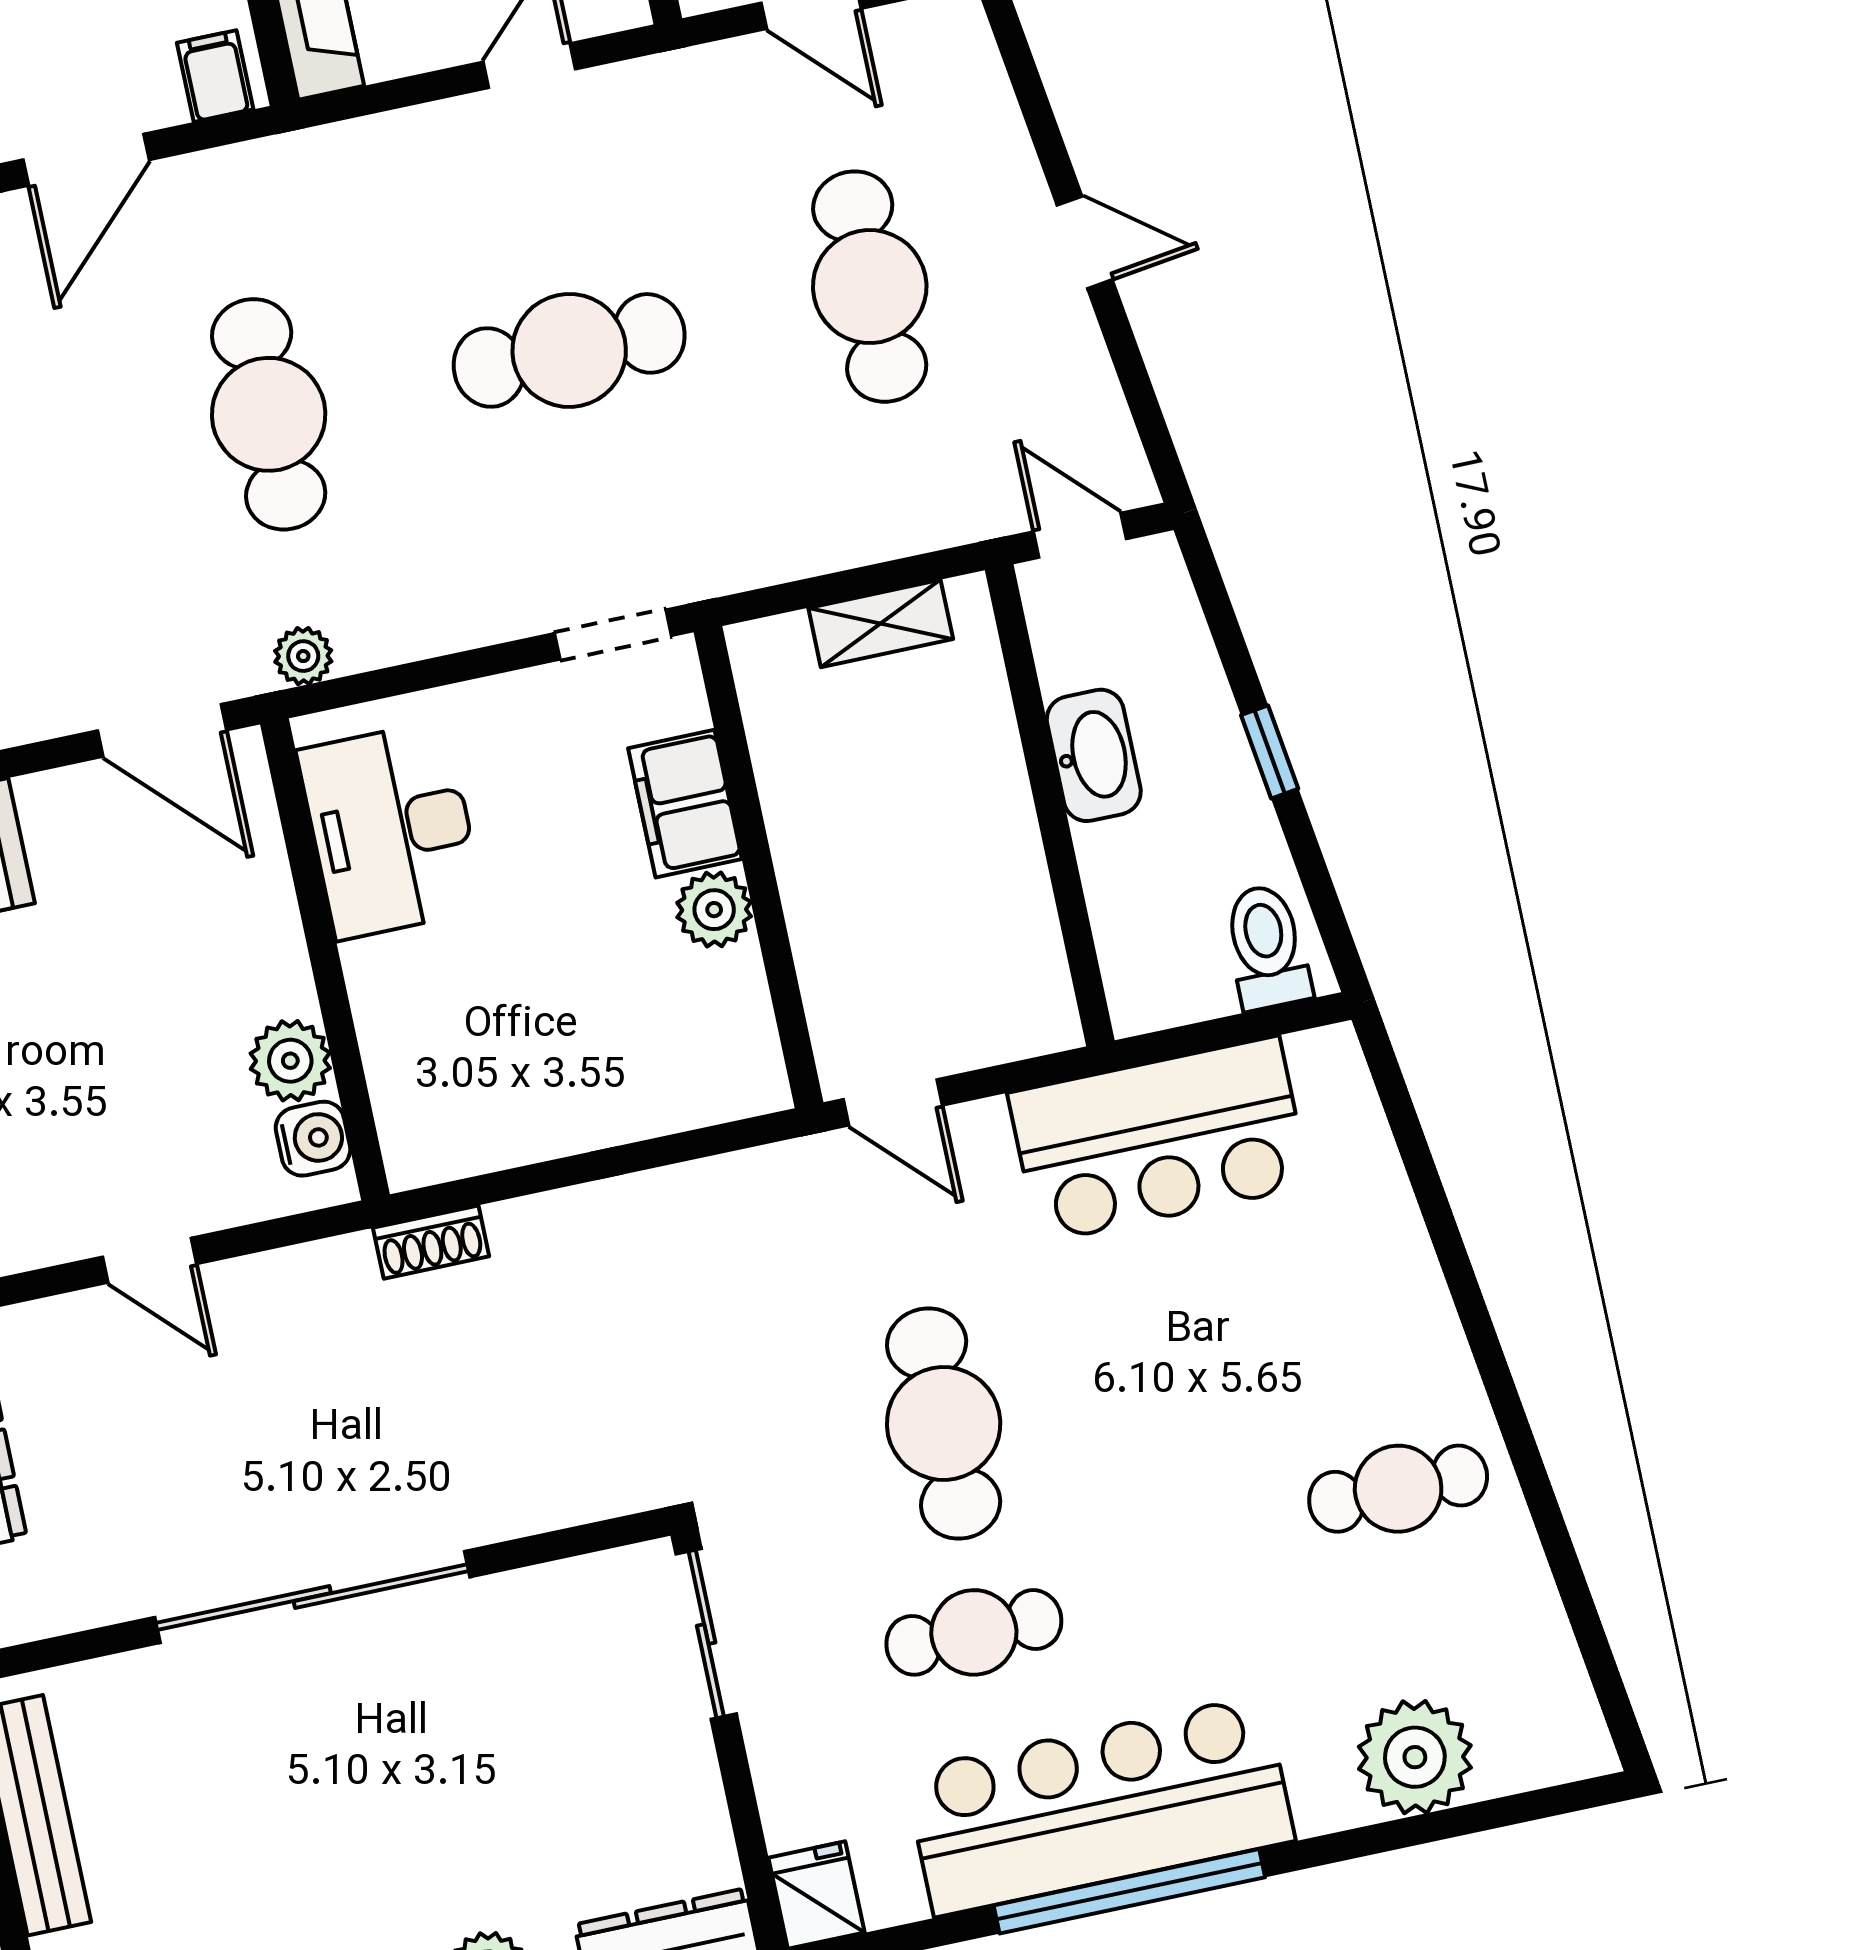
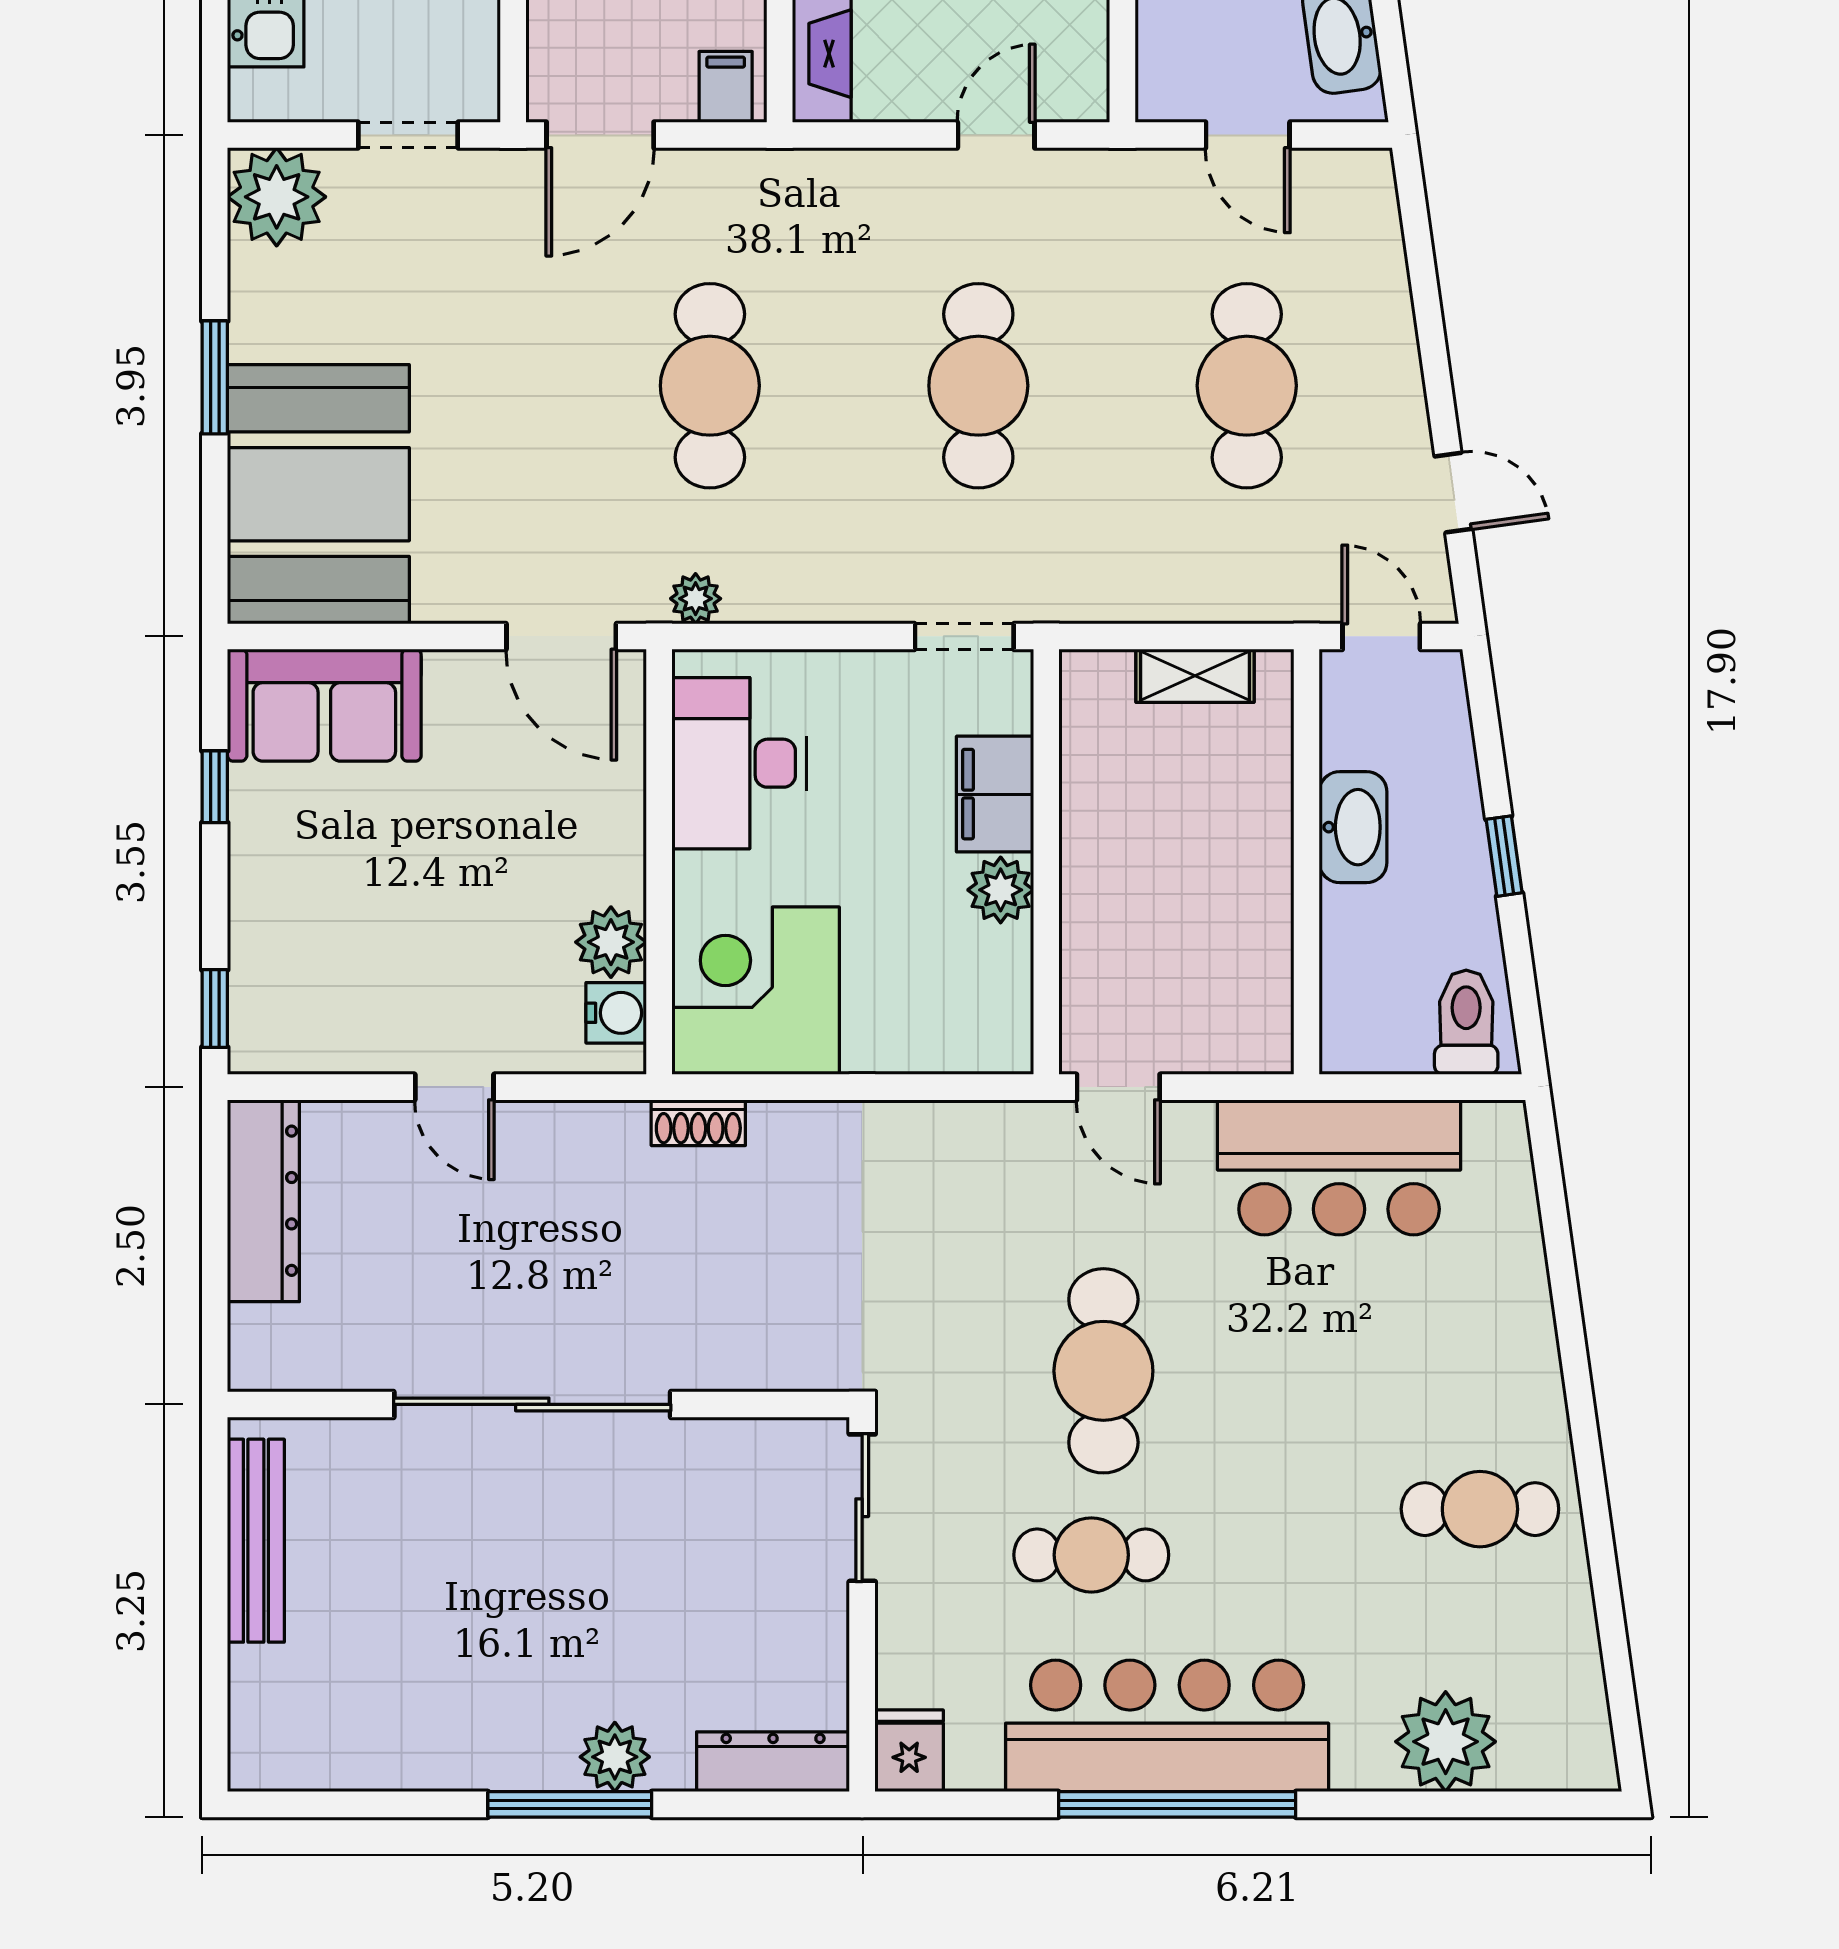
door: (1085, 242) -> (1453, 493), moved
cafe table: (569, 350) -> (978, 386), turned 90
corner desk: (464, 1081) -> (756, 991), added

